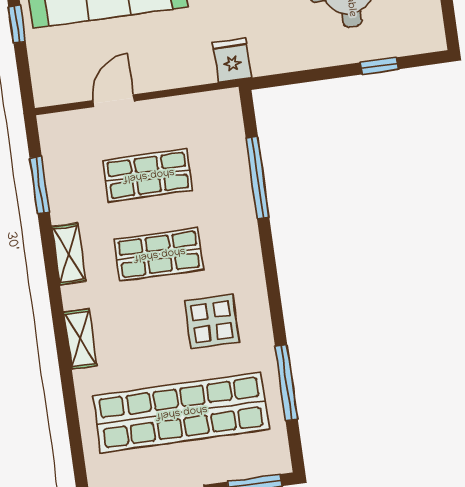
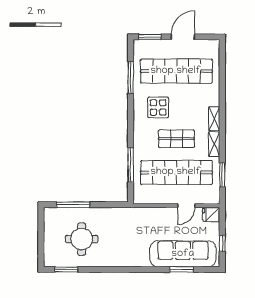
fridge: (232, 60) -> (211, 214), moved, turned 90
window: (379, 66) -> (73, 205), width x2.17
shop shelf: (148, 175) -> (176, 172), width x2.00, depth x1.36
shelving: (80, 339) -> (214, 119), moved

